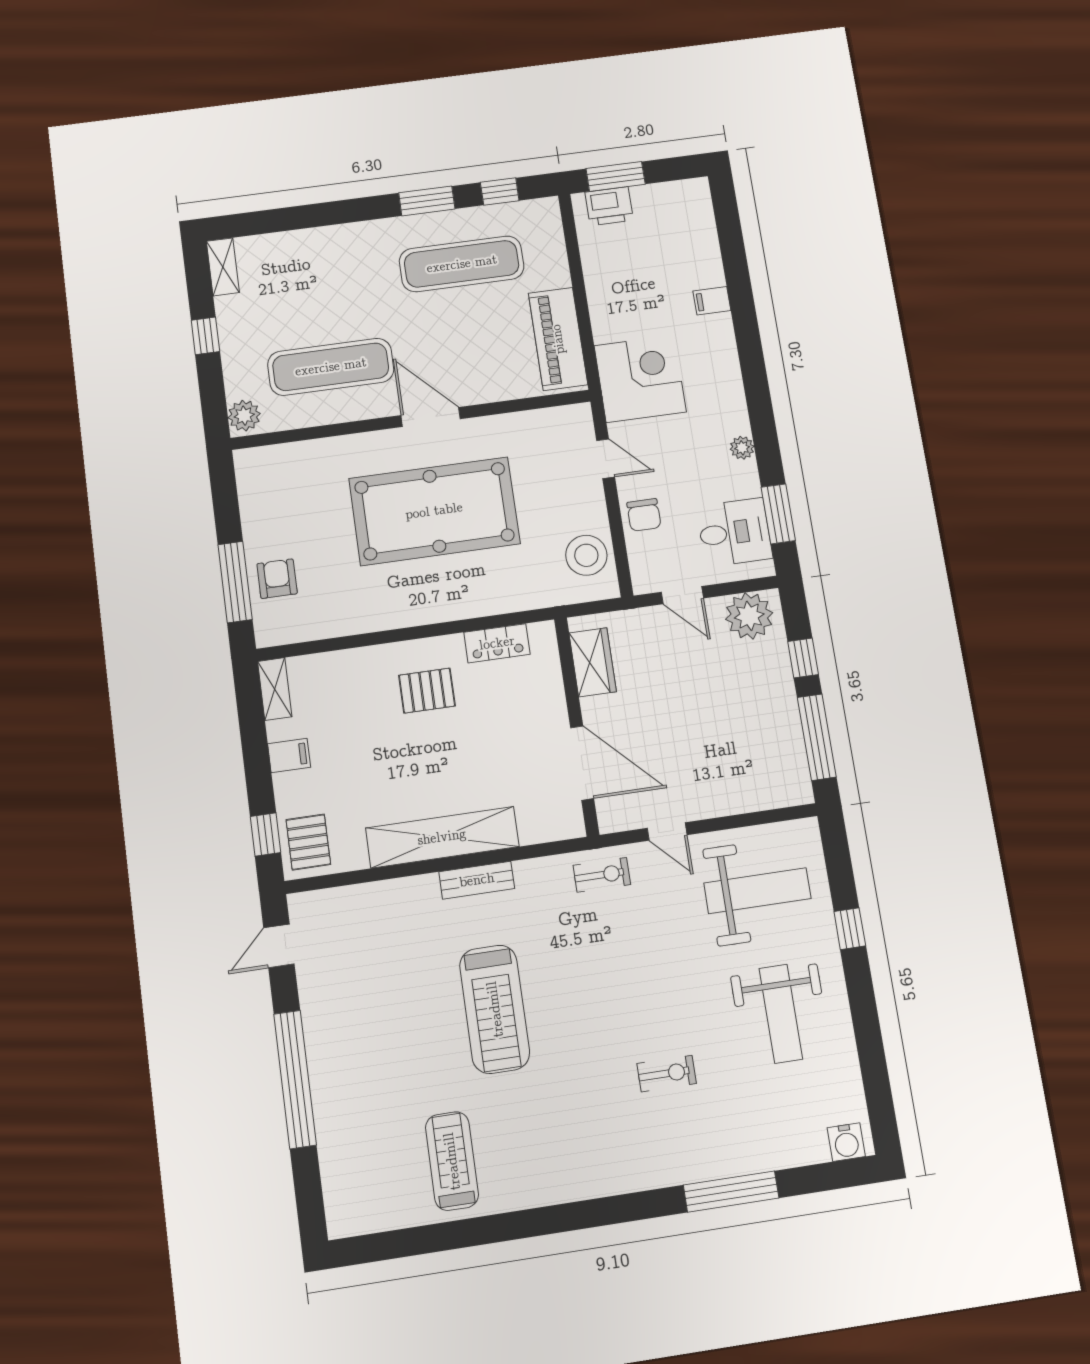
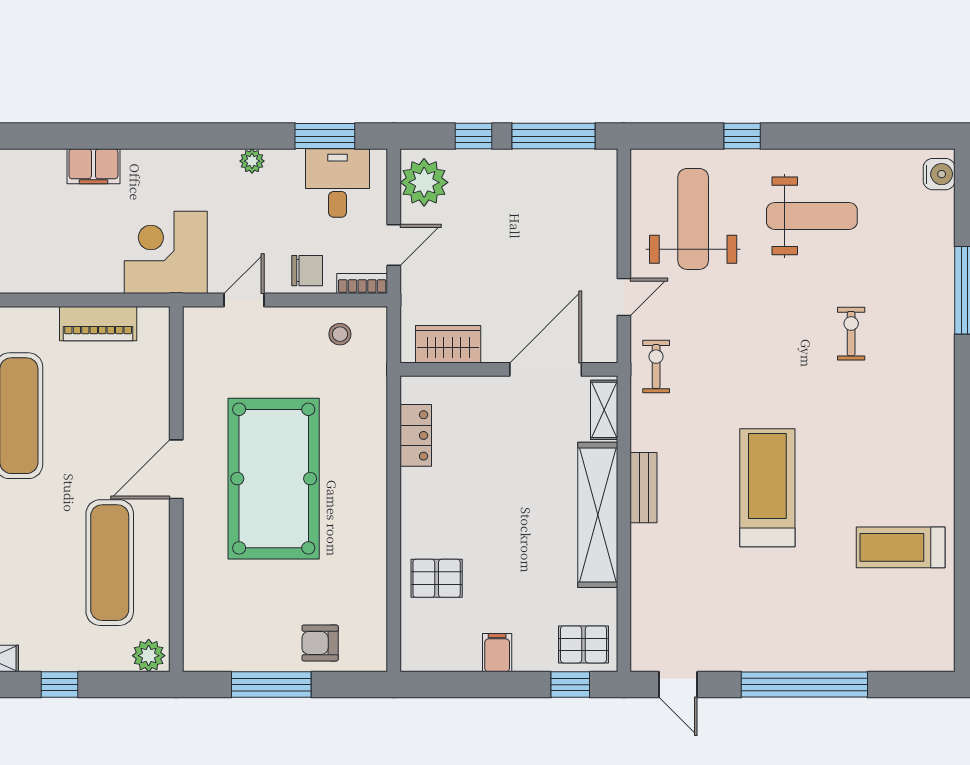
filing cabinet: (712, 301) -> (93, 166), width x2.00
piano: (558, 339) -> (98, 324), width x0.73, depth x0.75
stool: (586, 555) -> (340, 334), width x0.53, depth x0.53
bookcase: (640, 570) -> (362, 284), added
window: (235, 582) -> (271, 685), moved
shelving: (275, 689) -> (604, 410), moved, turned 90
pallet: (427, 691) -> (437, 578), moved, turned 90
treadmill: (495, 1009) -> (767, 488), turned -90

